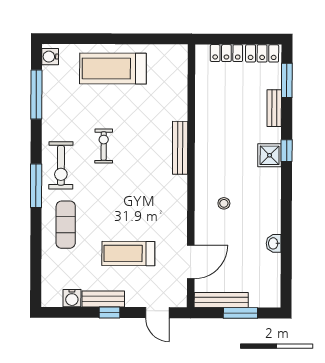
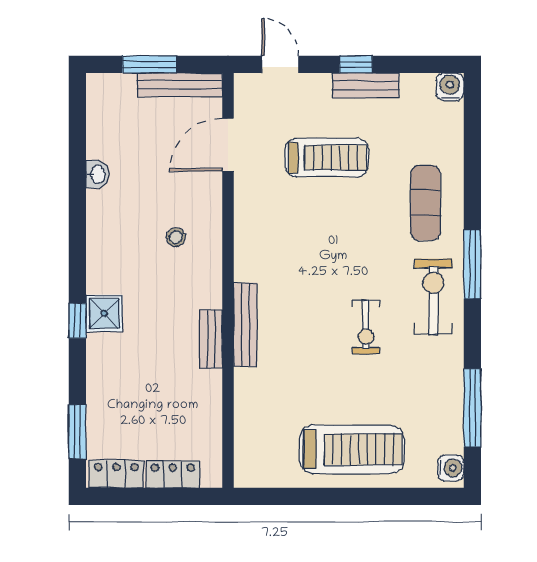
bench: (274, 108) -> (211, 339), moved
water cooler: (72, 298) -> (450, 87), moved

